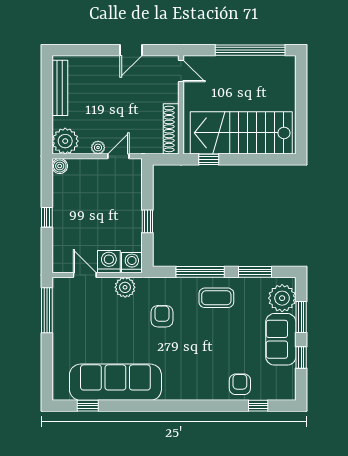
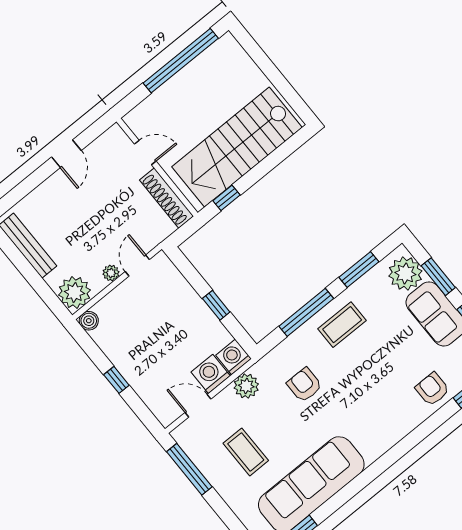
door: (181, 71) -> (145, 153), moved
coffee table: (91, 328) -> (246, 452), added

